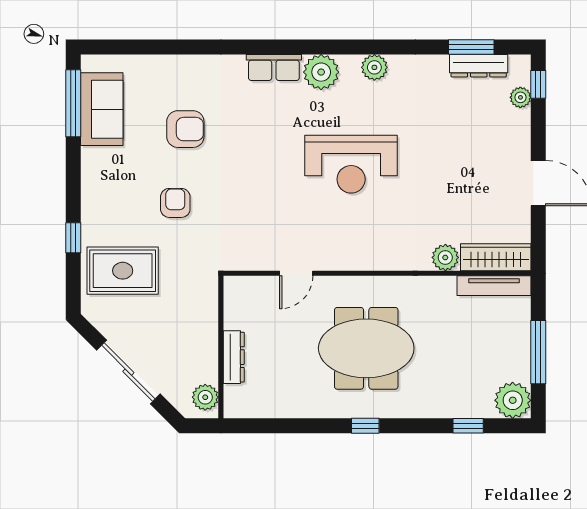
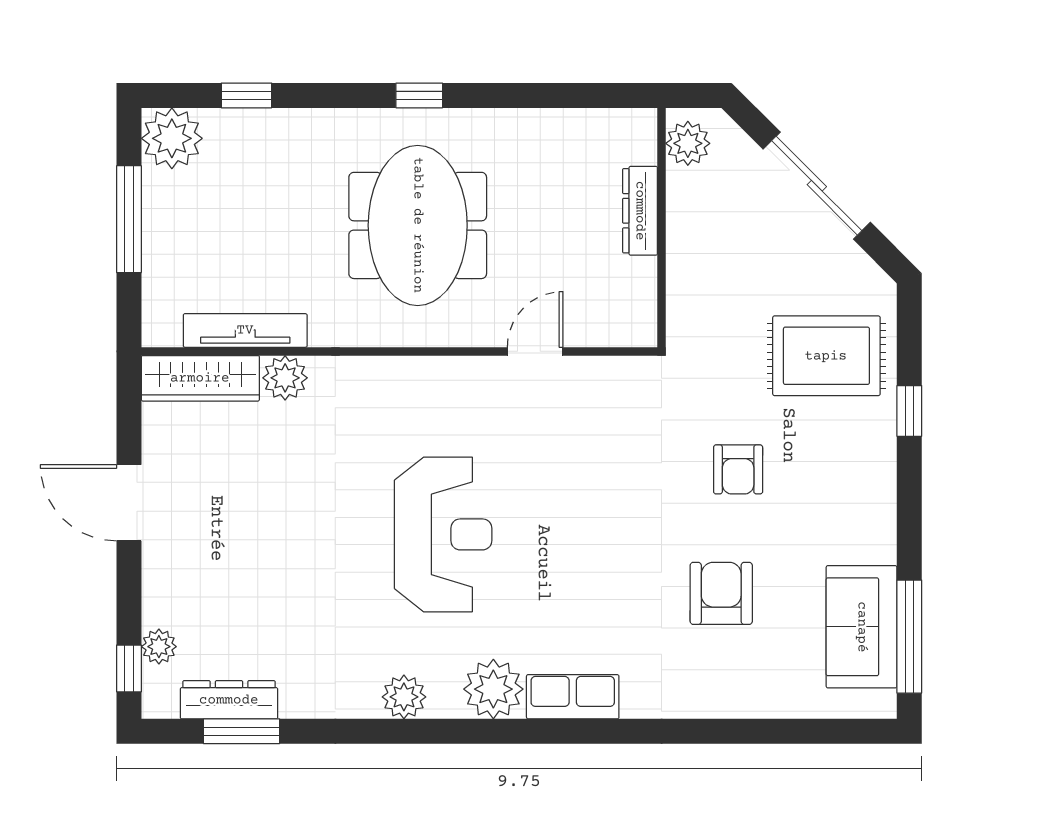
armchair: (185, 129) -> (721, 593), turned 90
reception desk: (351, 164) -> (443, 534), turned 90
tv unit: (494, 286) -> (245, 330), moved
meeting table: (366, 348) -> (418, 225), turned 90

